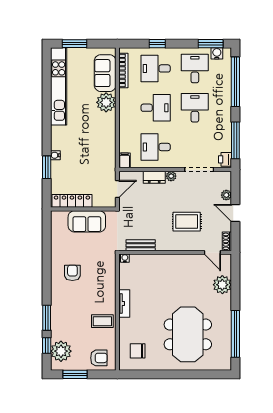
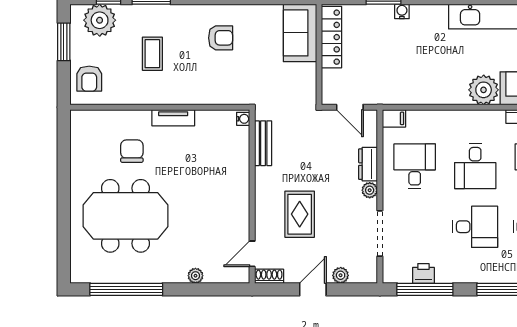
printer: (225, 159) -> (423, 273), moved
sofa: (87, 221) -> (300, 33), moved
plant: (222, 285) -> (195, 276), width x0.53, depth x0.53
coffee table: (102, 321) -> (152, 54), moved
chair: (138, 351) -> (132, 151), moved

